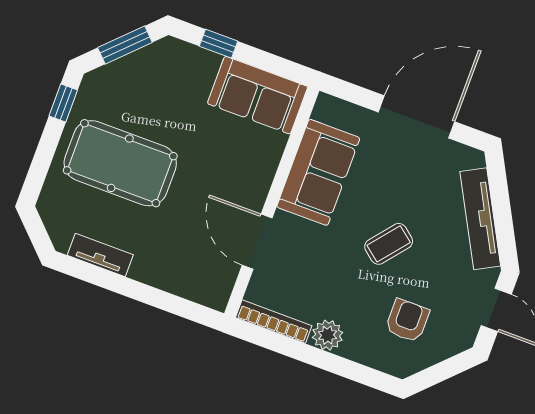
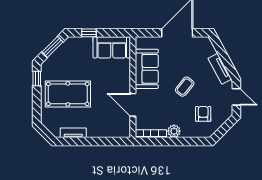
tv unit: (480, 219) -> (220, 69), width x0.71

